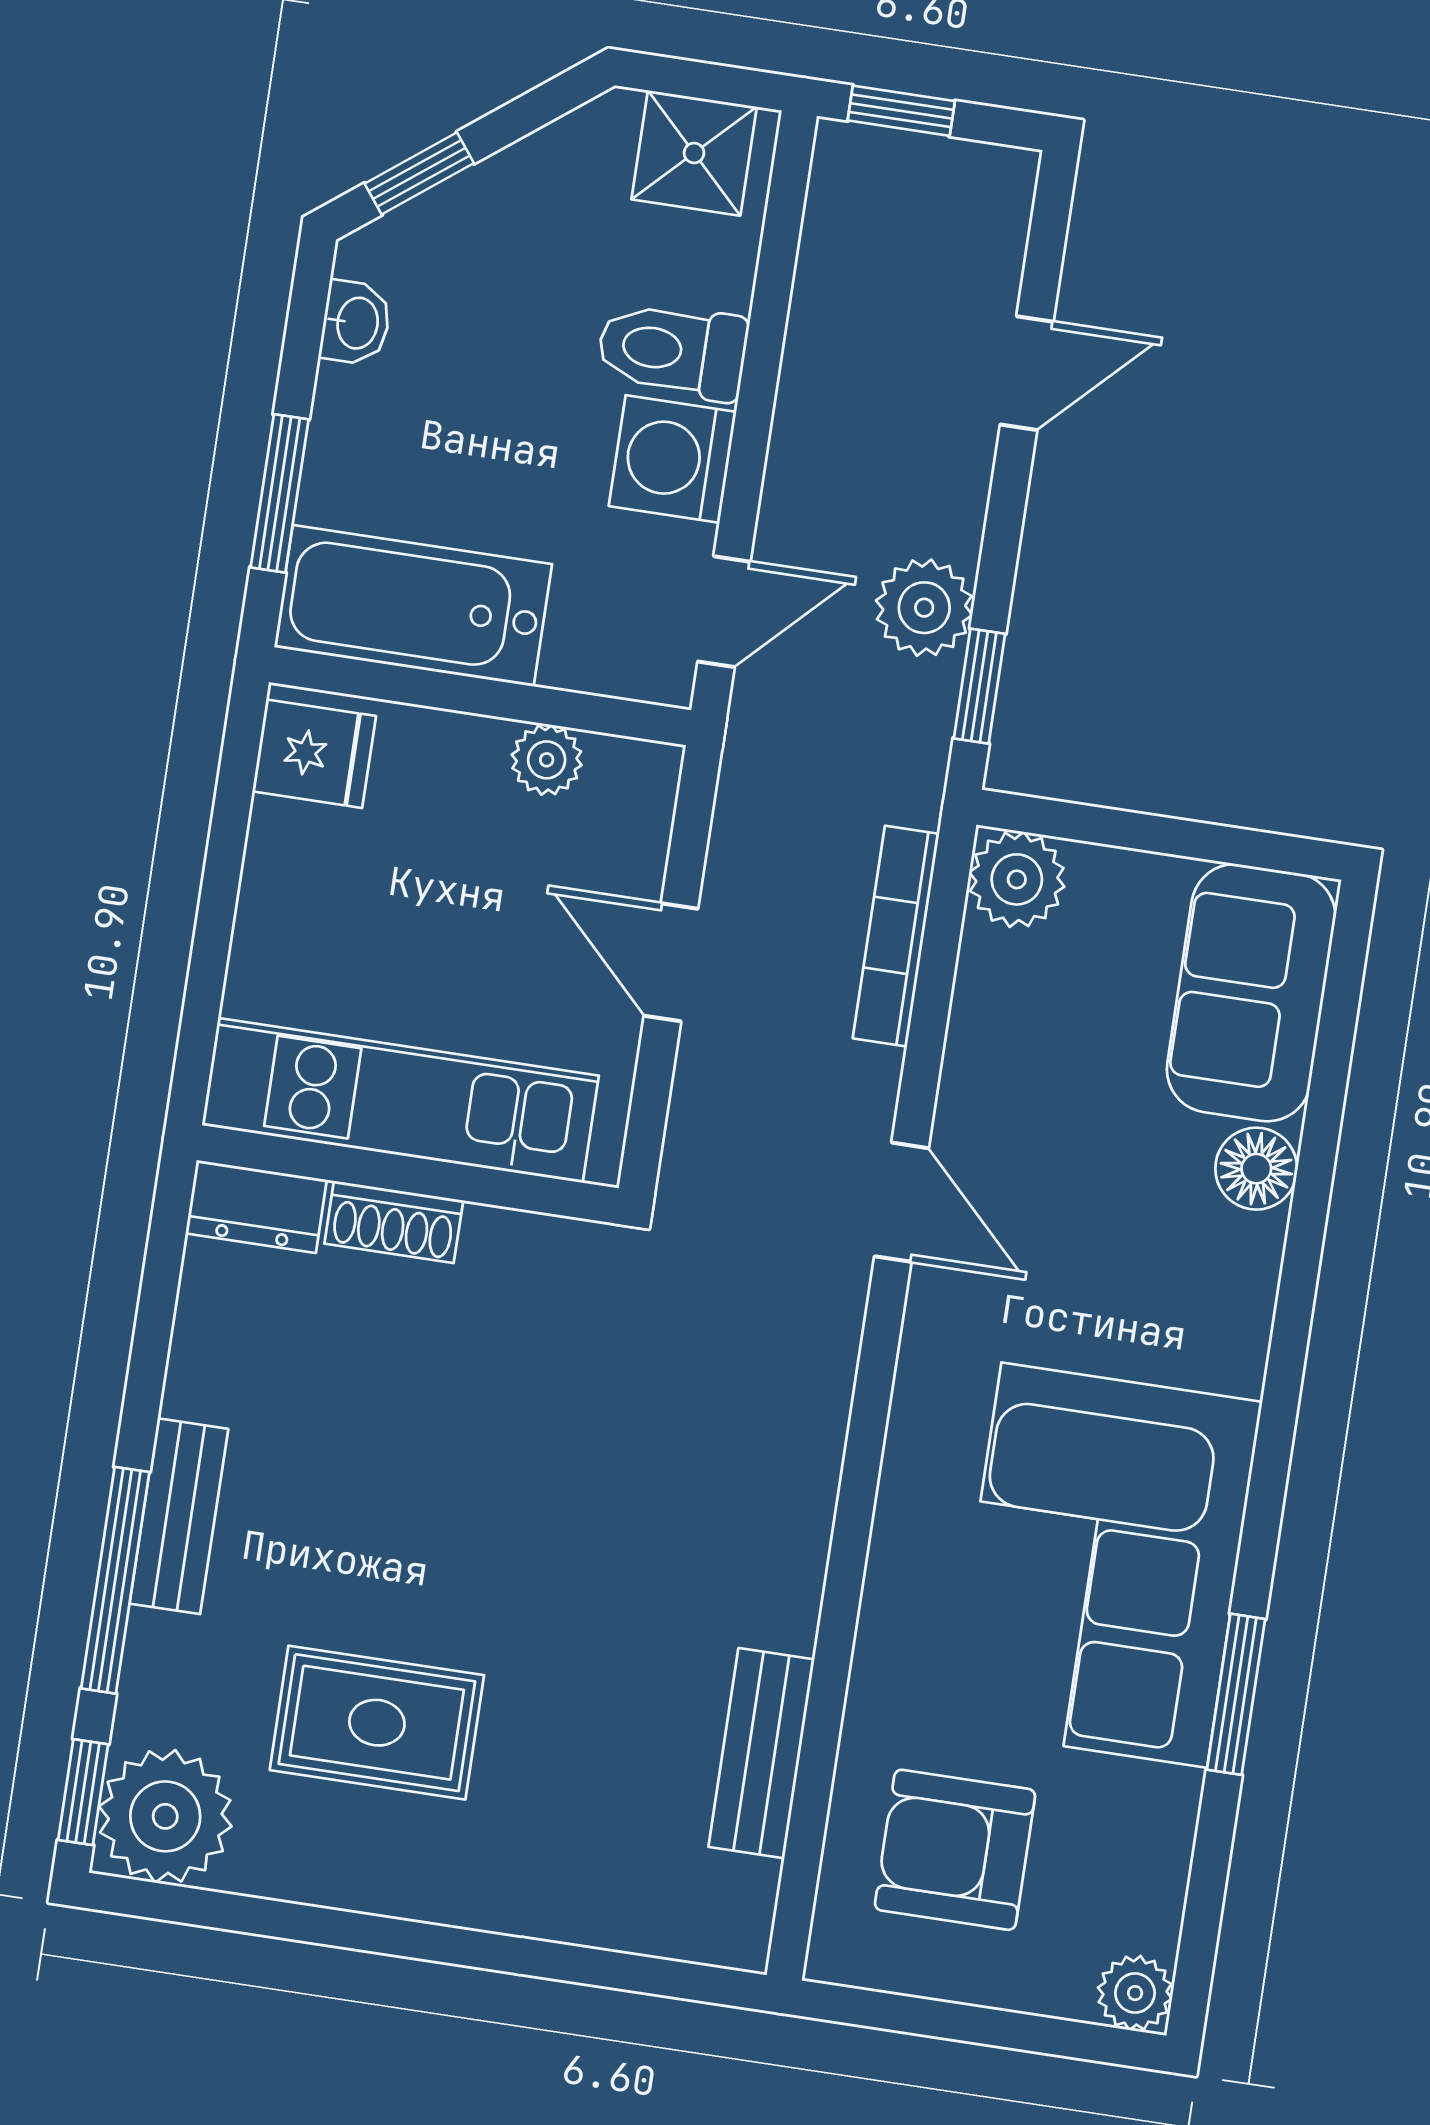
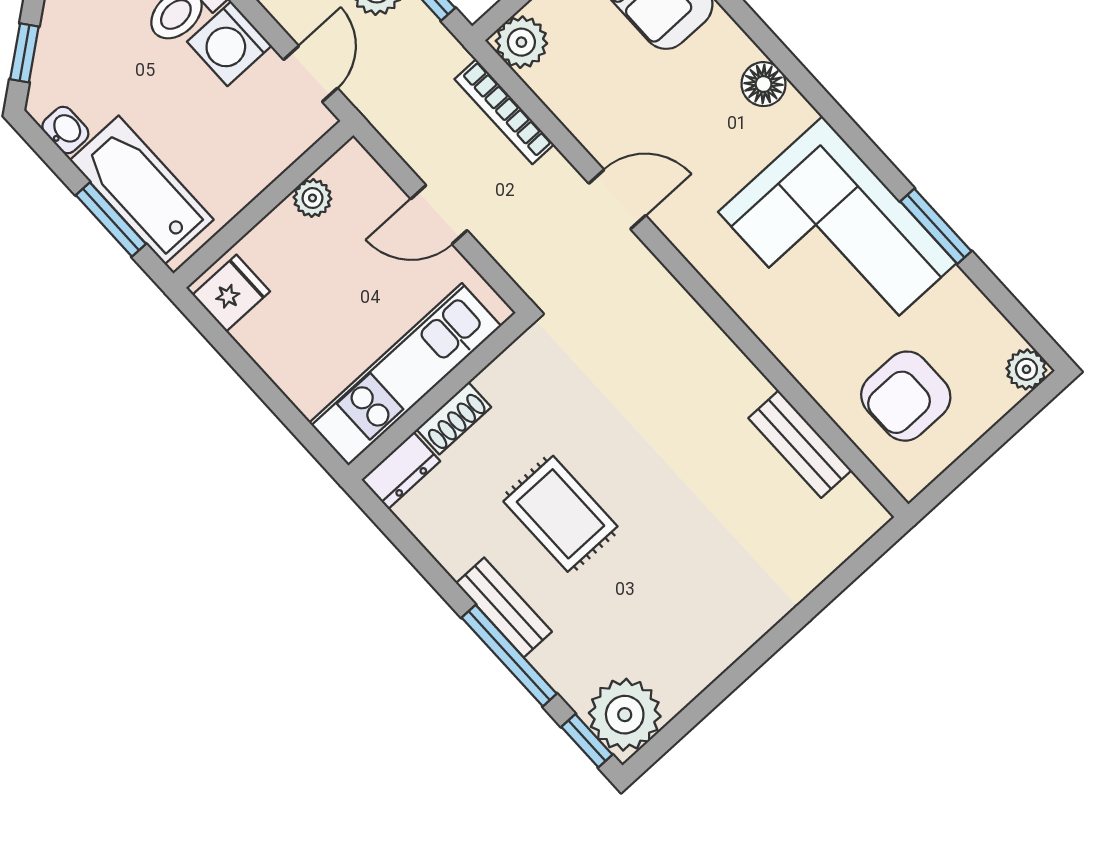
bathtub: (413, 606) -> (142, 190), moved, turned 90
floor lamp: (1256, 1169) -> (764, 84), moved
rug: (377, 1723) -> (560, 514), moved, turned 90

